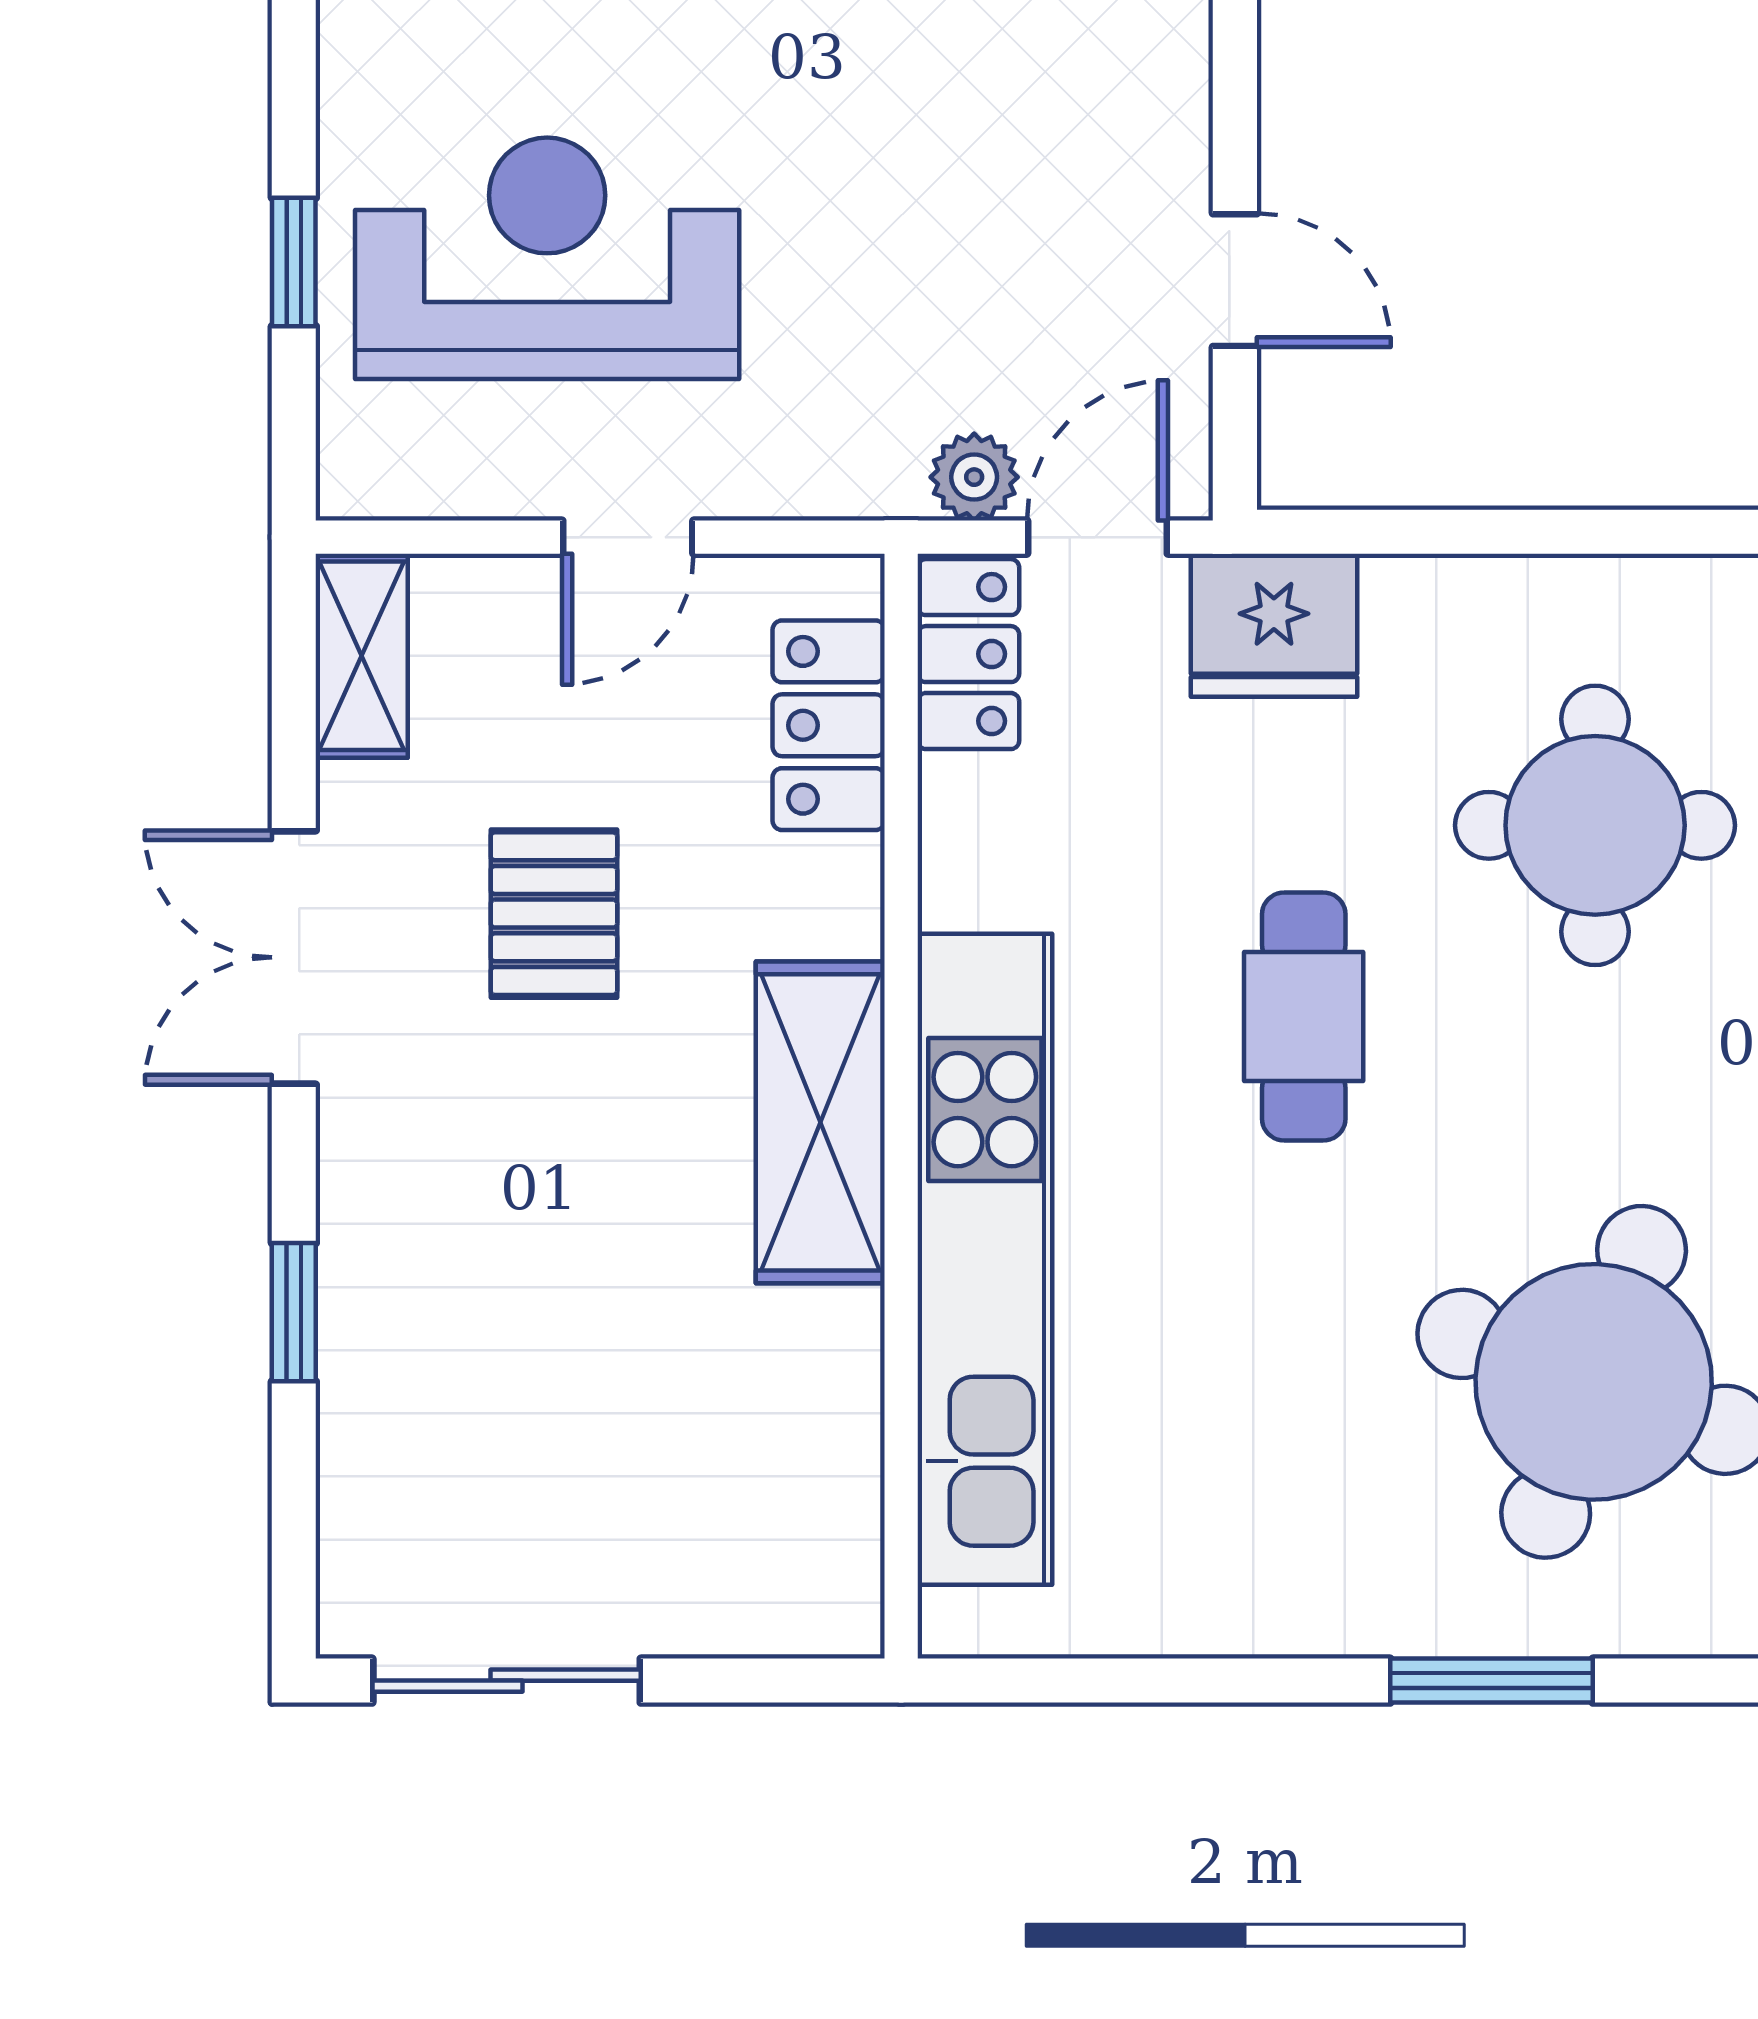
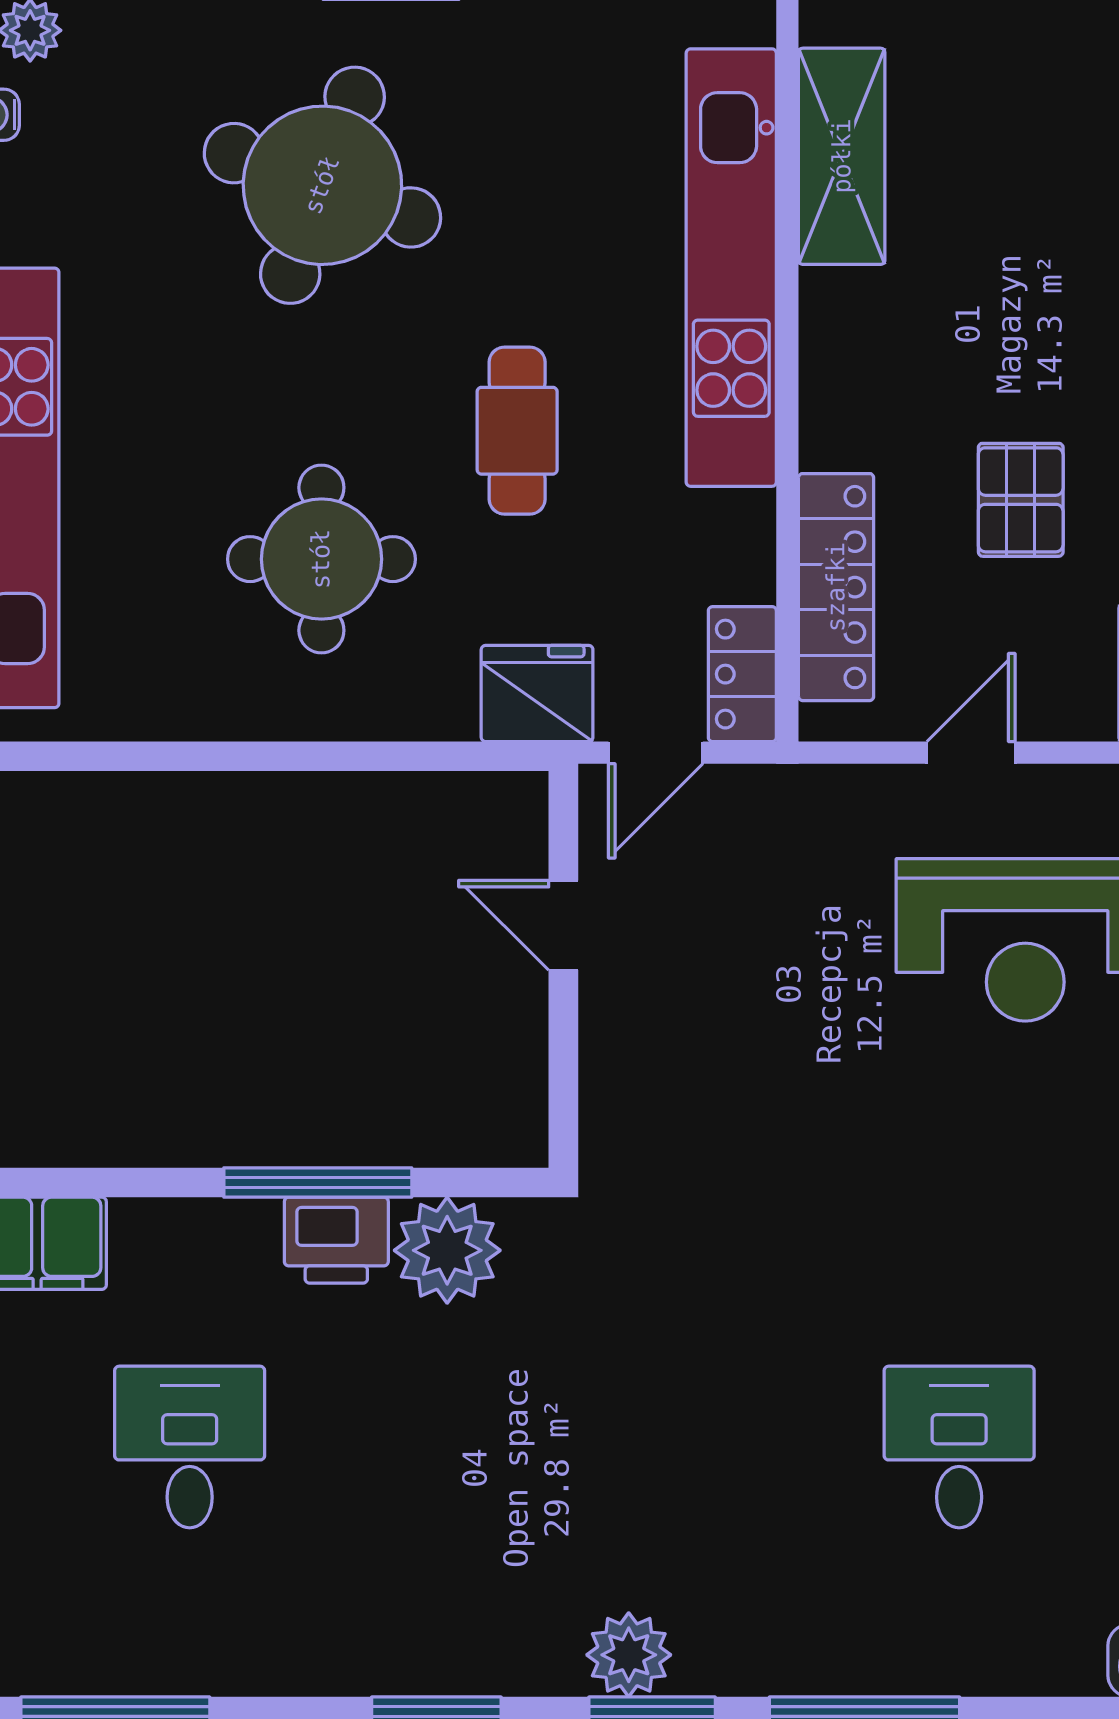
plant: (974, 477) -> (738, 793), removed
locker: (829, 725) -> (836, 587), width x1.53
shelving: (820, 1122) -> (842, 156), moved

